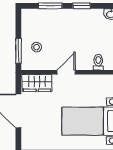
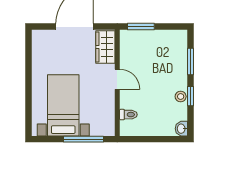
stool: (36, 47) -> (181, 97), moved

